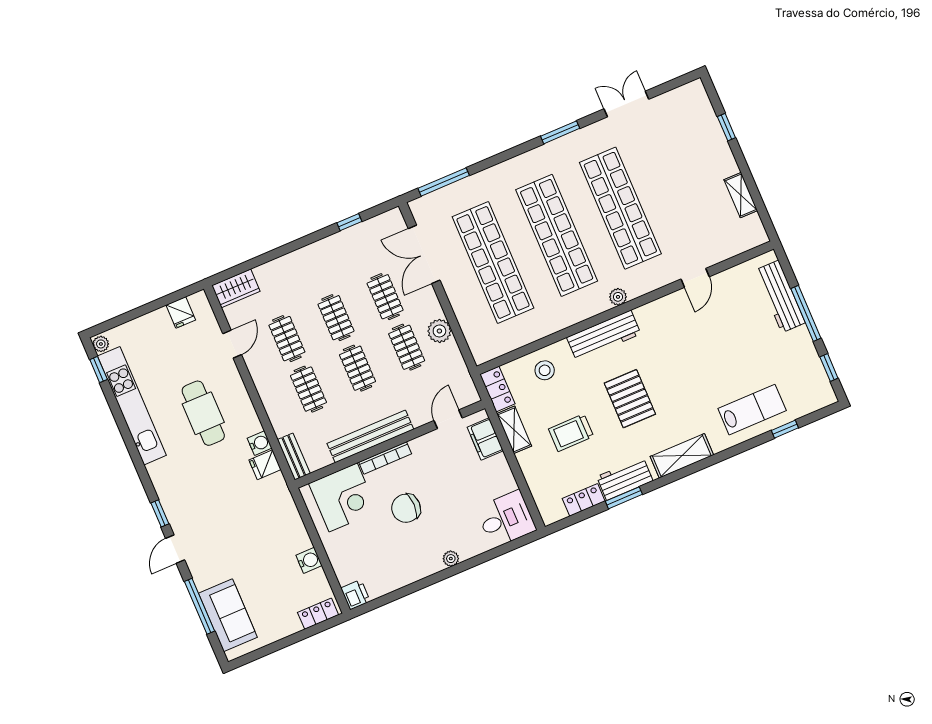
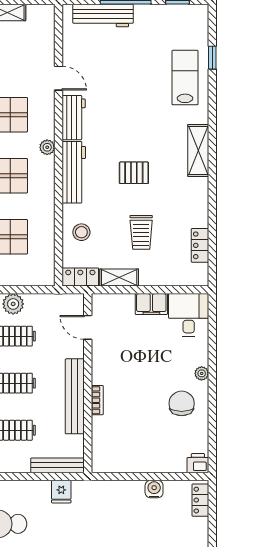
pallet: (630, 399) -> (134, 173), width x0.67, depth x0.71
filing cabinet: (485, 439) -> (151, 304), moved
water cooler: (260, 443) -> (42, 489), removed
bench: (294, 456) -> (57, 465), width x1.36
bookcase: (385, 458) -> (97, 400), width x0.64
workbench: (625, 479) -> (74, 118), moved, turned 180
corner desk: (343, 497) -> (115, 440), removed
window: (624, 498) -> (212, 212), removed
chair: (406, 508) -> (182, 403), moved, turned 180

